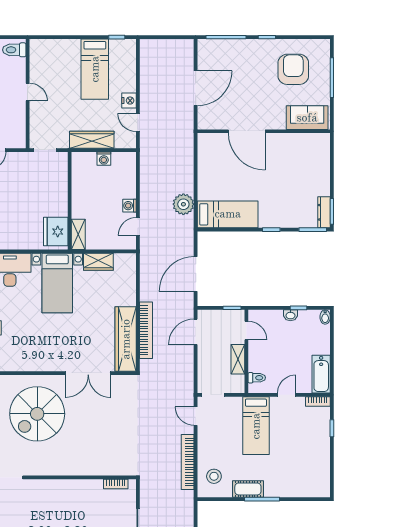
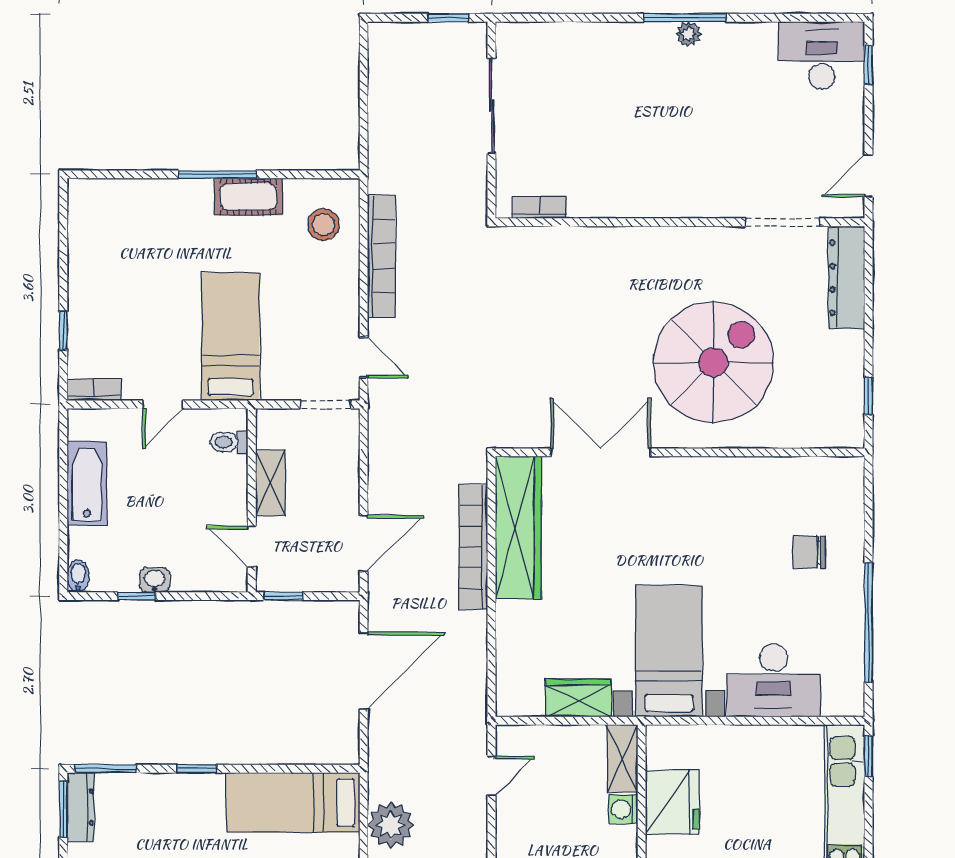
washing machine: (129, 206) -> (623, 809), moved, turned 180
fridge: (56, 232) -> (672, 802), moved
bathtub: (321, 374) -> (87, 483), moved

